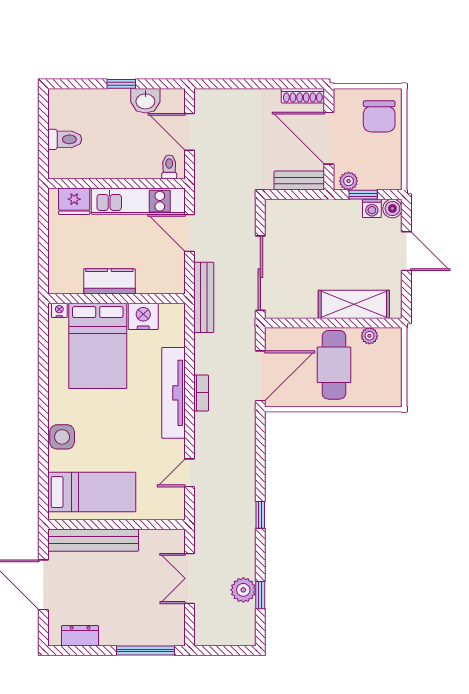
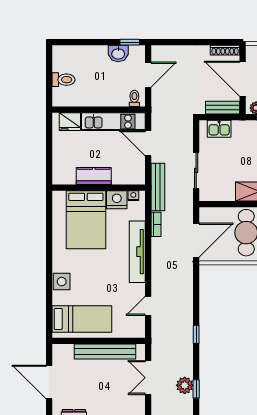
window: (121, 84) -> (130, 42), moved
door: (189, 132) -> (148, 75), swing flipped
kitchen sink: (294, 212) -> (219, 129), added
sliding door: (260, 273) -> (196, 170), width x0.73
nightstand: (59, 310) -> (133, 196), moved
bookcase: (201, 393) -> (156, 224), moved
bench: (93, 540) -> (105, 352), moved

